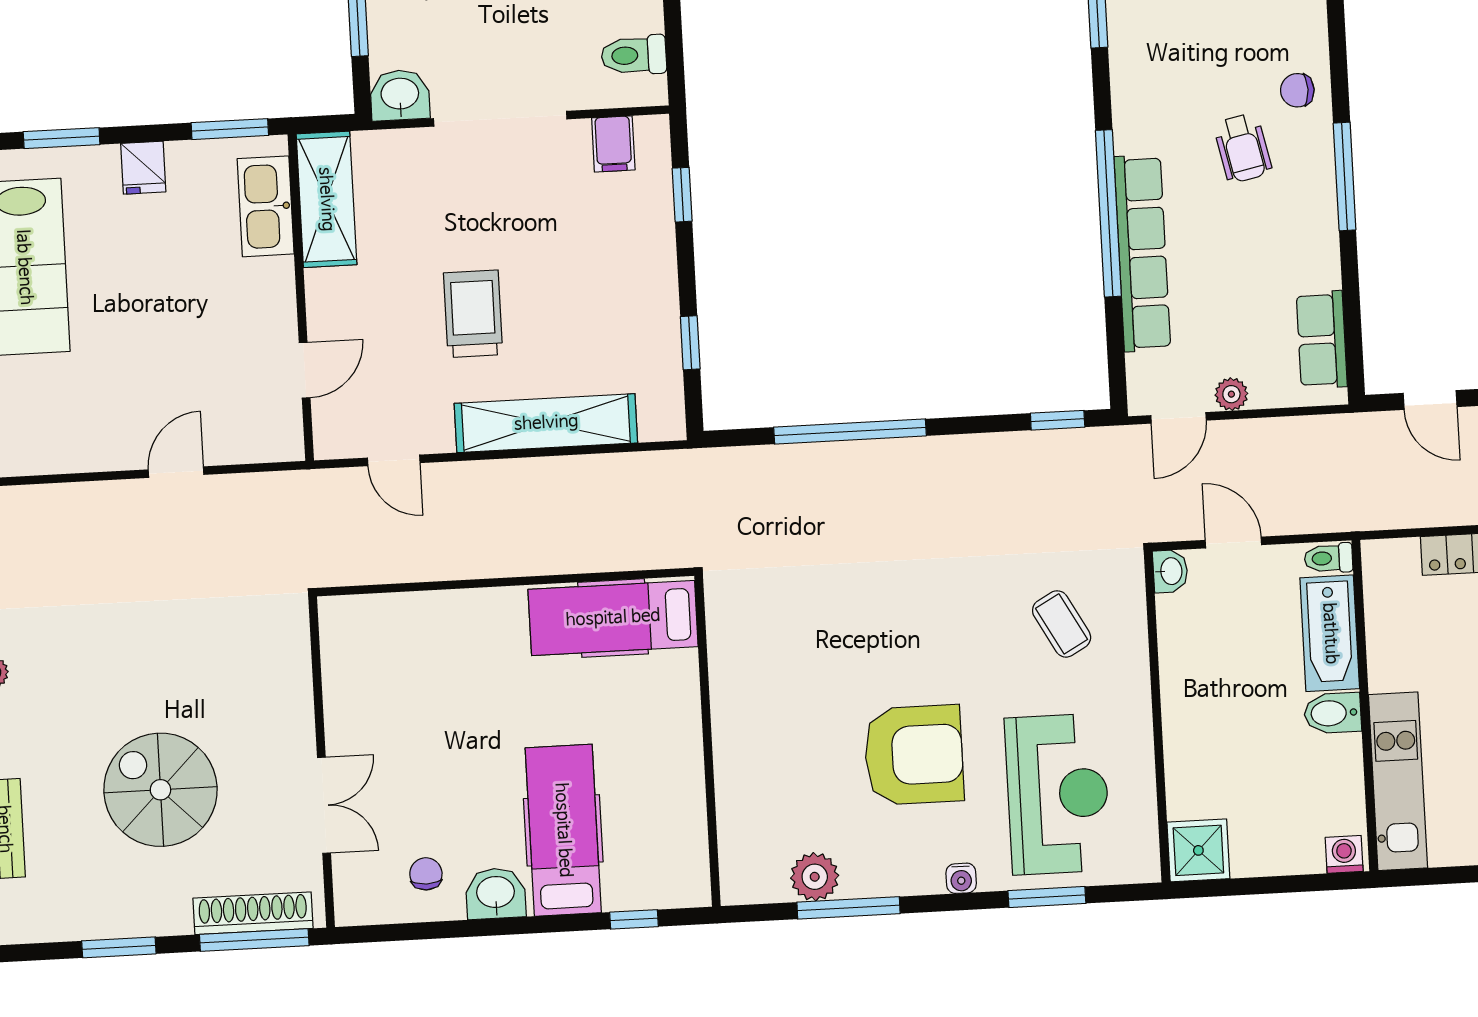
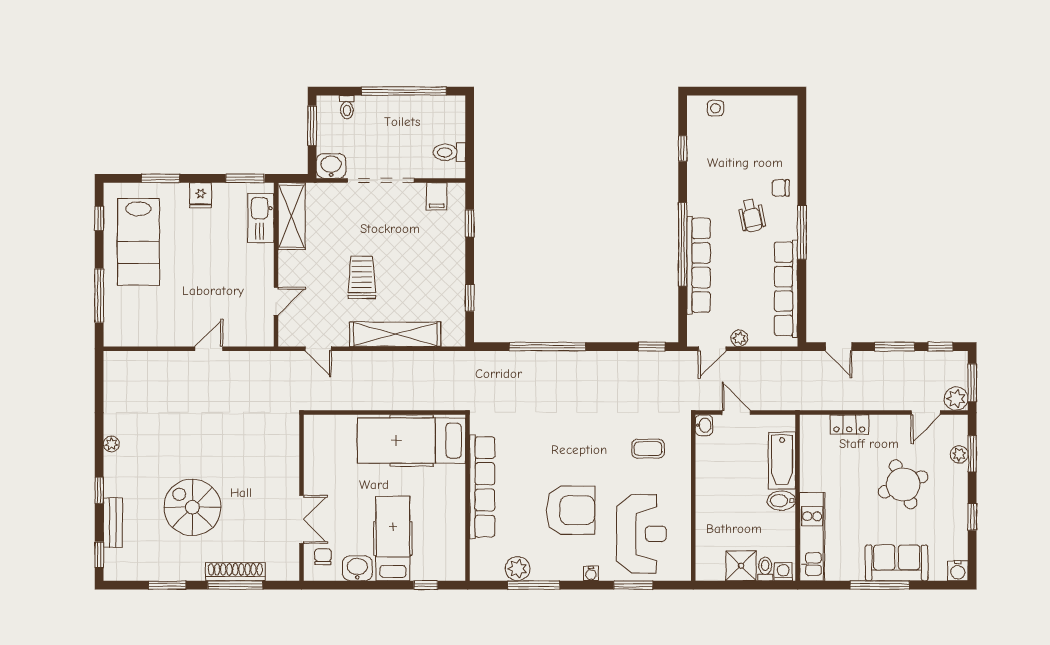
row of seats: (1322, 340) -> (786, 289), width x2.02
toilet: (1329, 558) -> (765, 569), moved, turned 90
hospital bed: (613, 618) -> (411, 441), width x1.37, depth x1.29
coffee table: (1062, 624) -> (648, 449), turned -61
row of seats: (735, 718) -> (482, 487), added
wall: (322, 762) -> (302, 498), moved
double door: (324, 805) -> (302, 519), moved
shower: (1198, 850) -> (741, 566), moved

